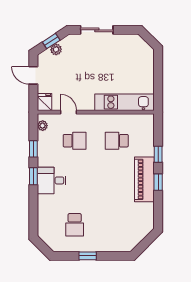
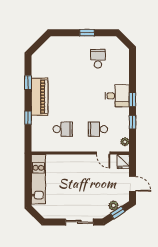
kitchen unit: (124, 102) -> (38, 179), moved, turned -90
window: (158, 182) -> (28, 83), moved

